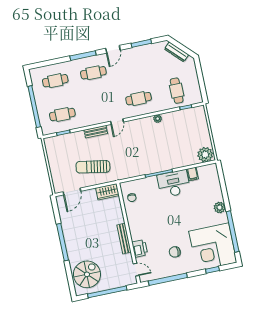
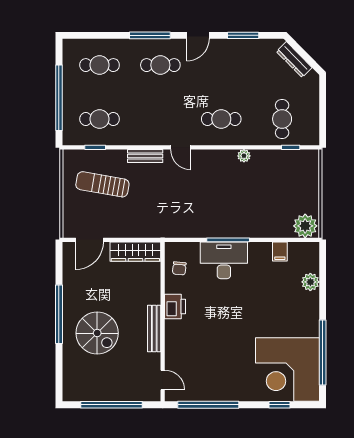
door: (117, 122) -> (181, 147), hinge flipped
sun lounger: (93, 167) -> (102, 184), moved
desk: (174, 184) -> (224, 260), moved
wardrobe: (107, 192) -> (135, 252), width x1.50
plant: (220, 207) -> (310, 282), moved
printer: (140, 248) -> (175, 307), moved
chair: (175, 252) -> (228, 365), removed
spiral stairs: (87, 274) -> (97, 333), moved, turned 90

